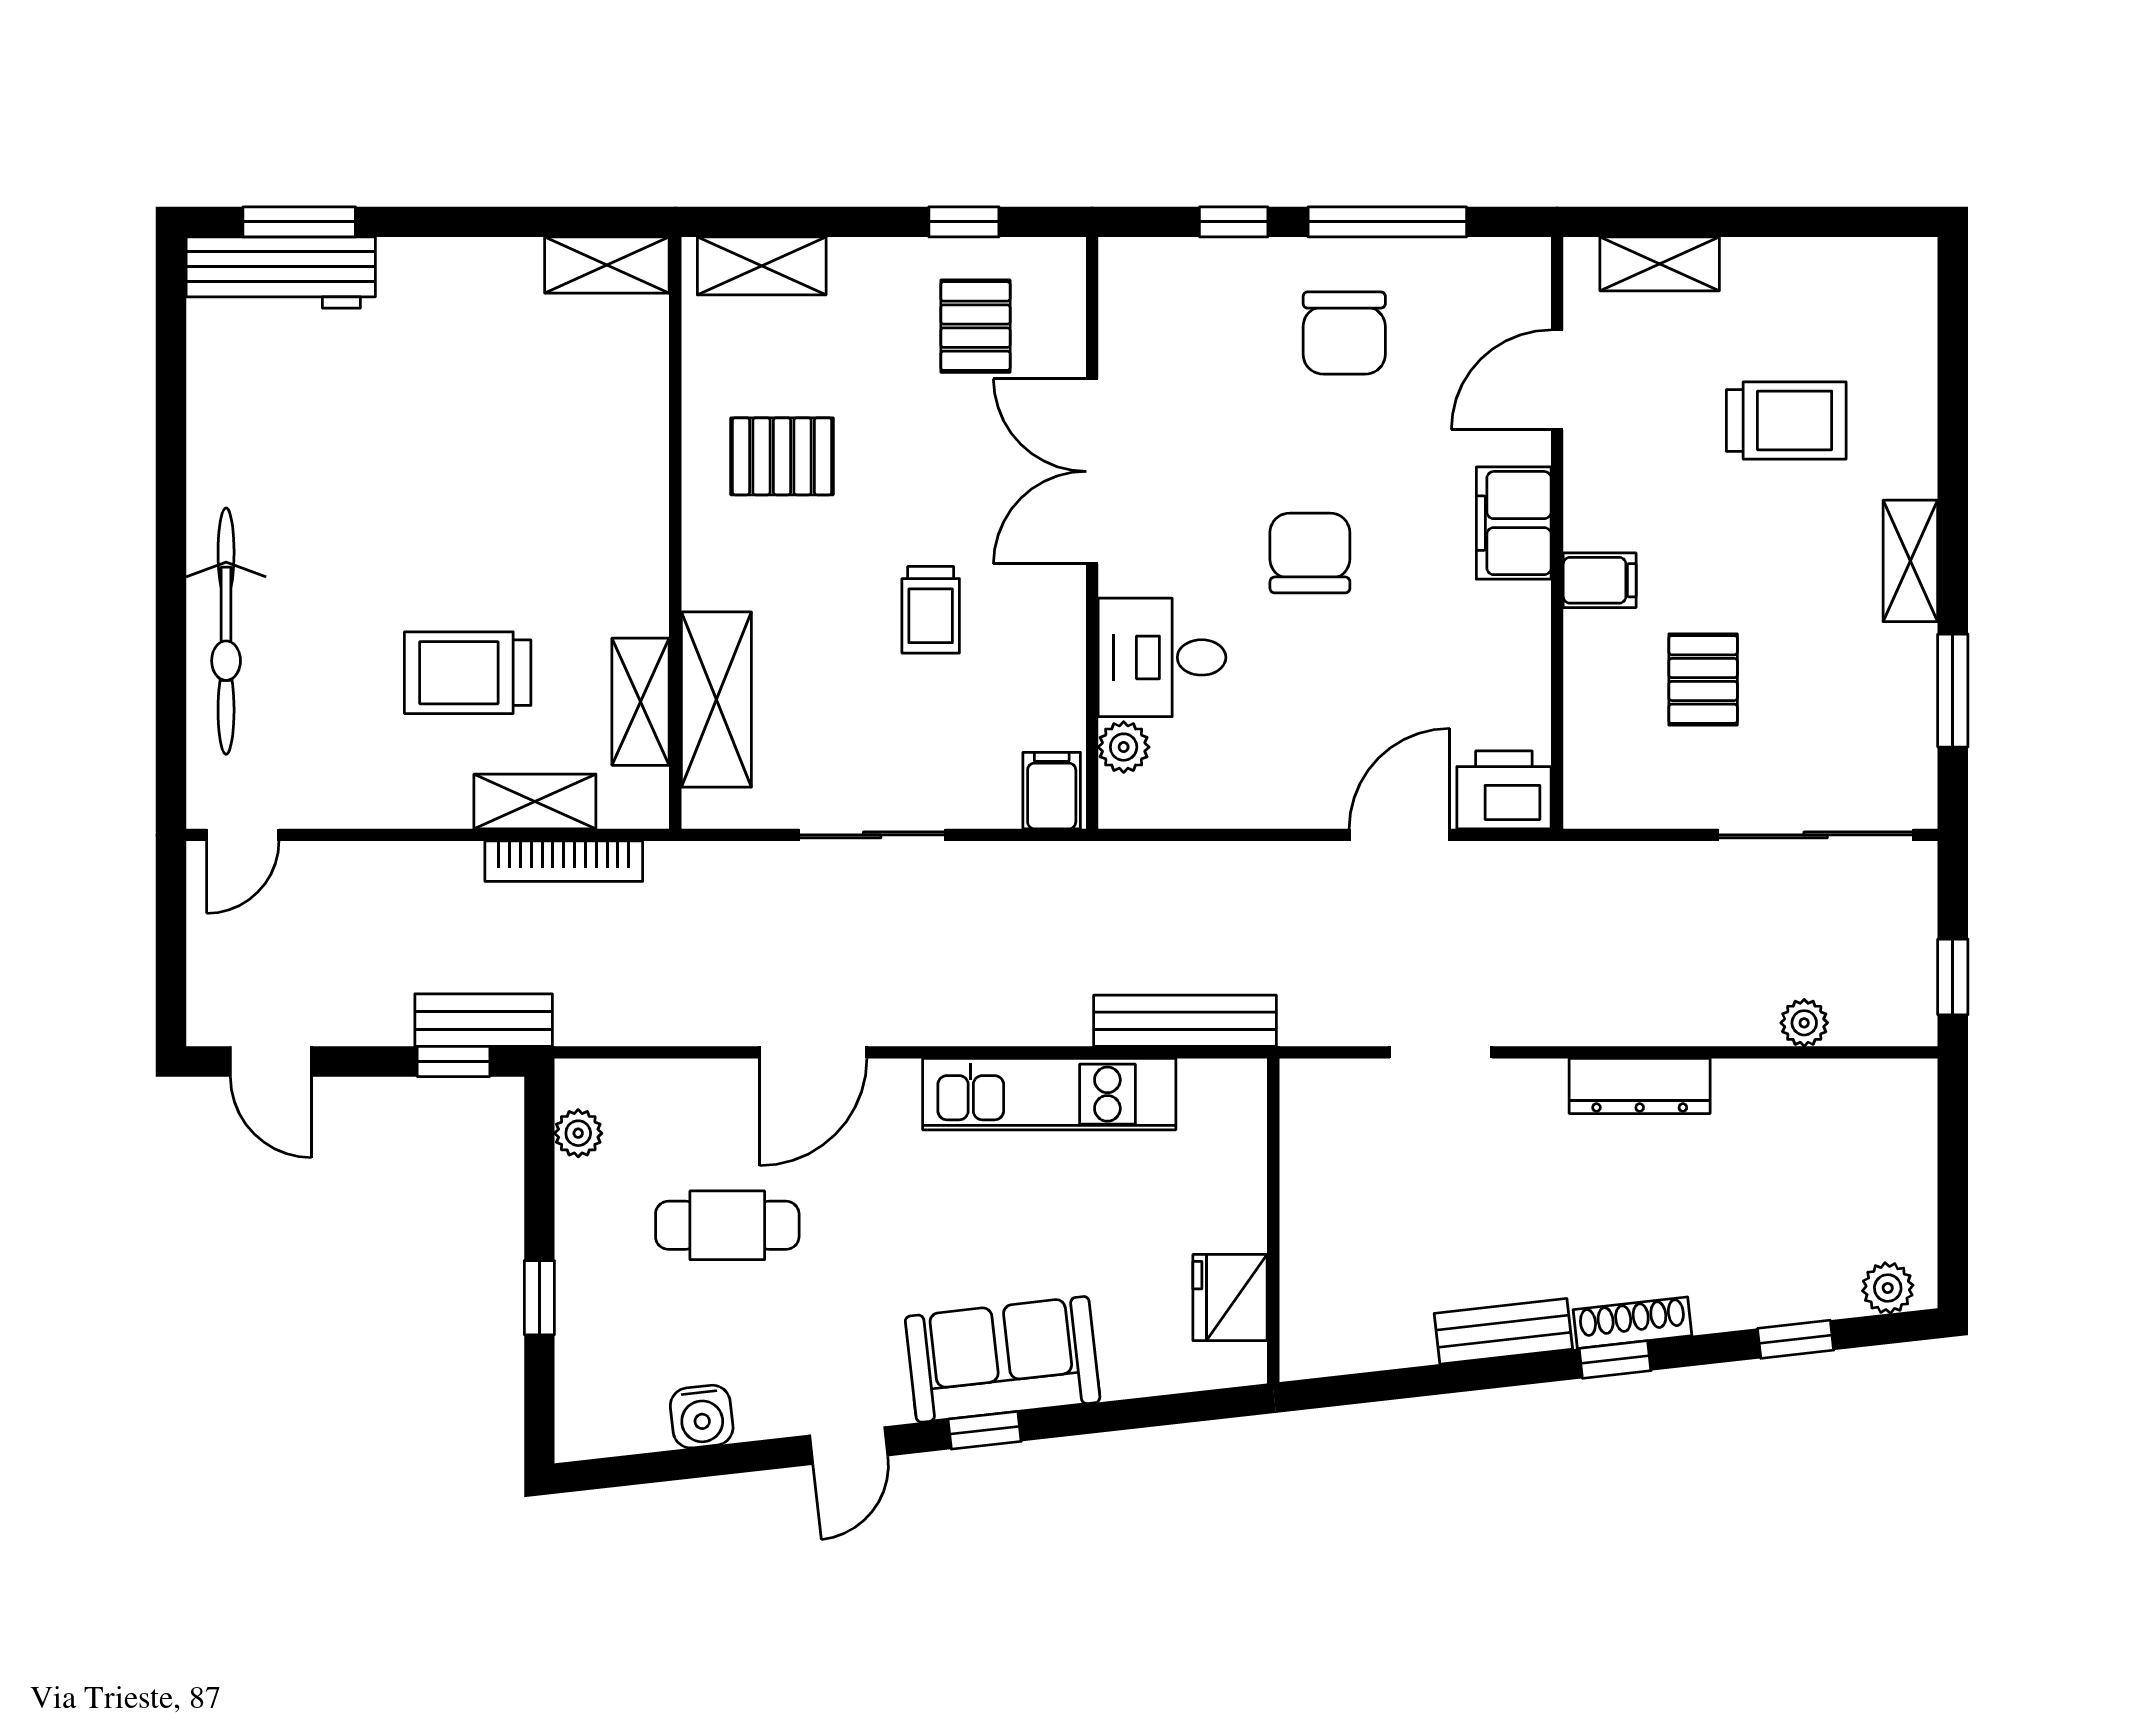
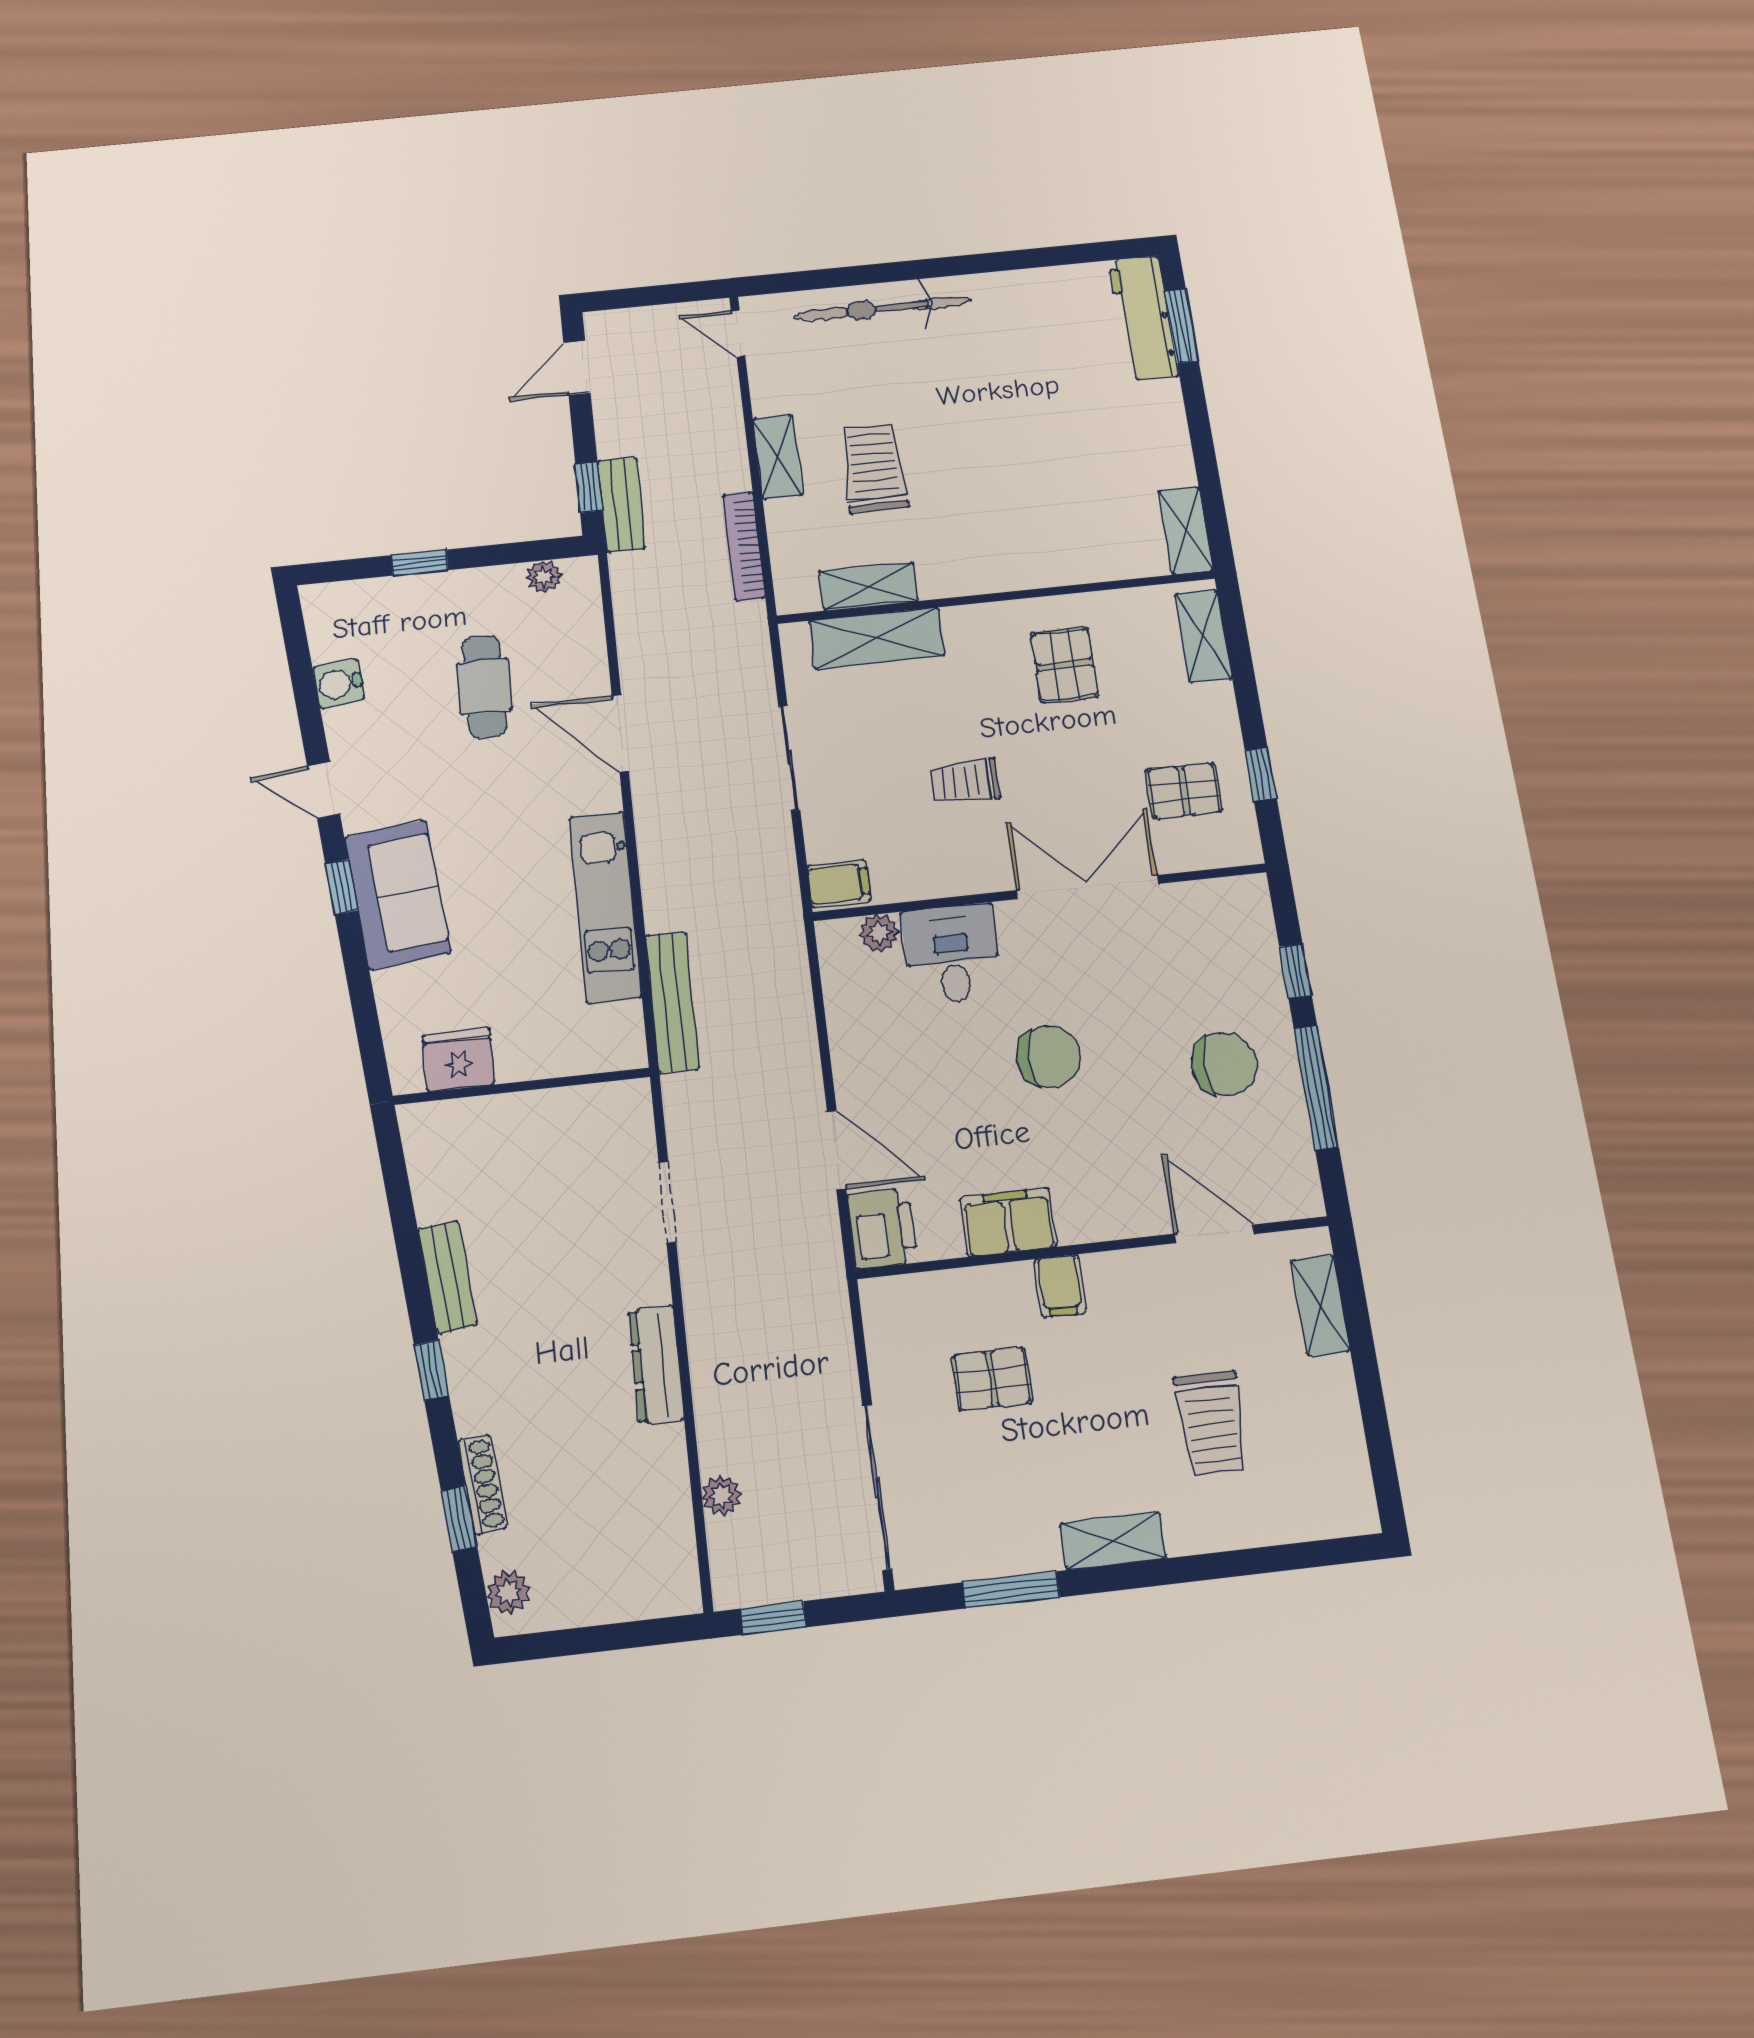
chair: (1344, 333) -> (1224, 1064), turned 180
filing cabinet: (1514, 523) -> (1008, 1222), moved
shelving: (535, 801) -> (778, 457), moved
shoe rack: (1632, 1323) -> (482, 1484), moved

